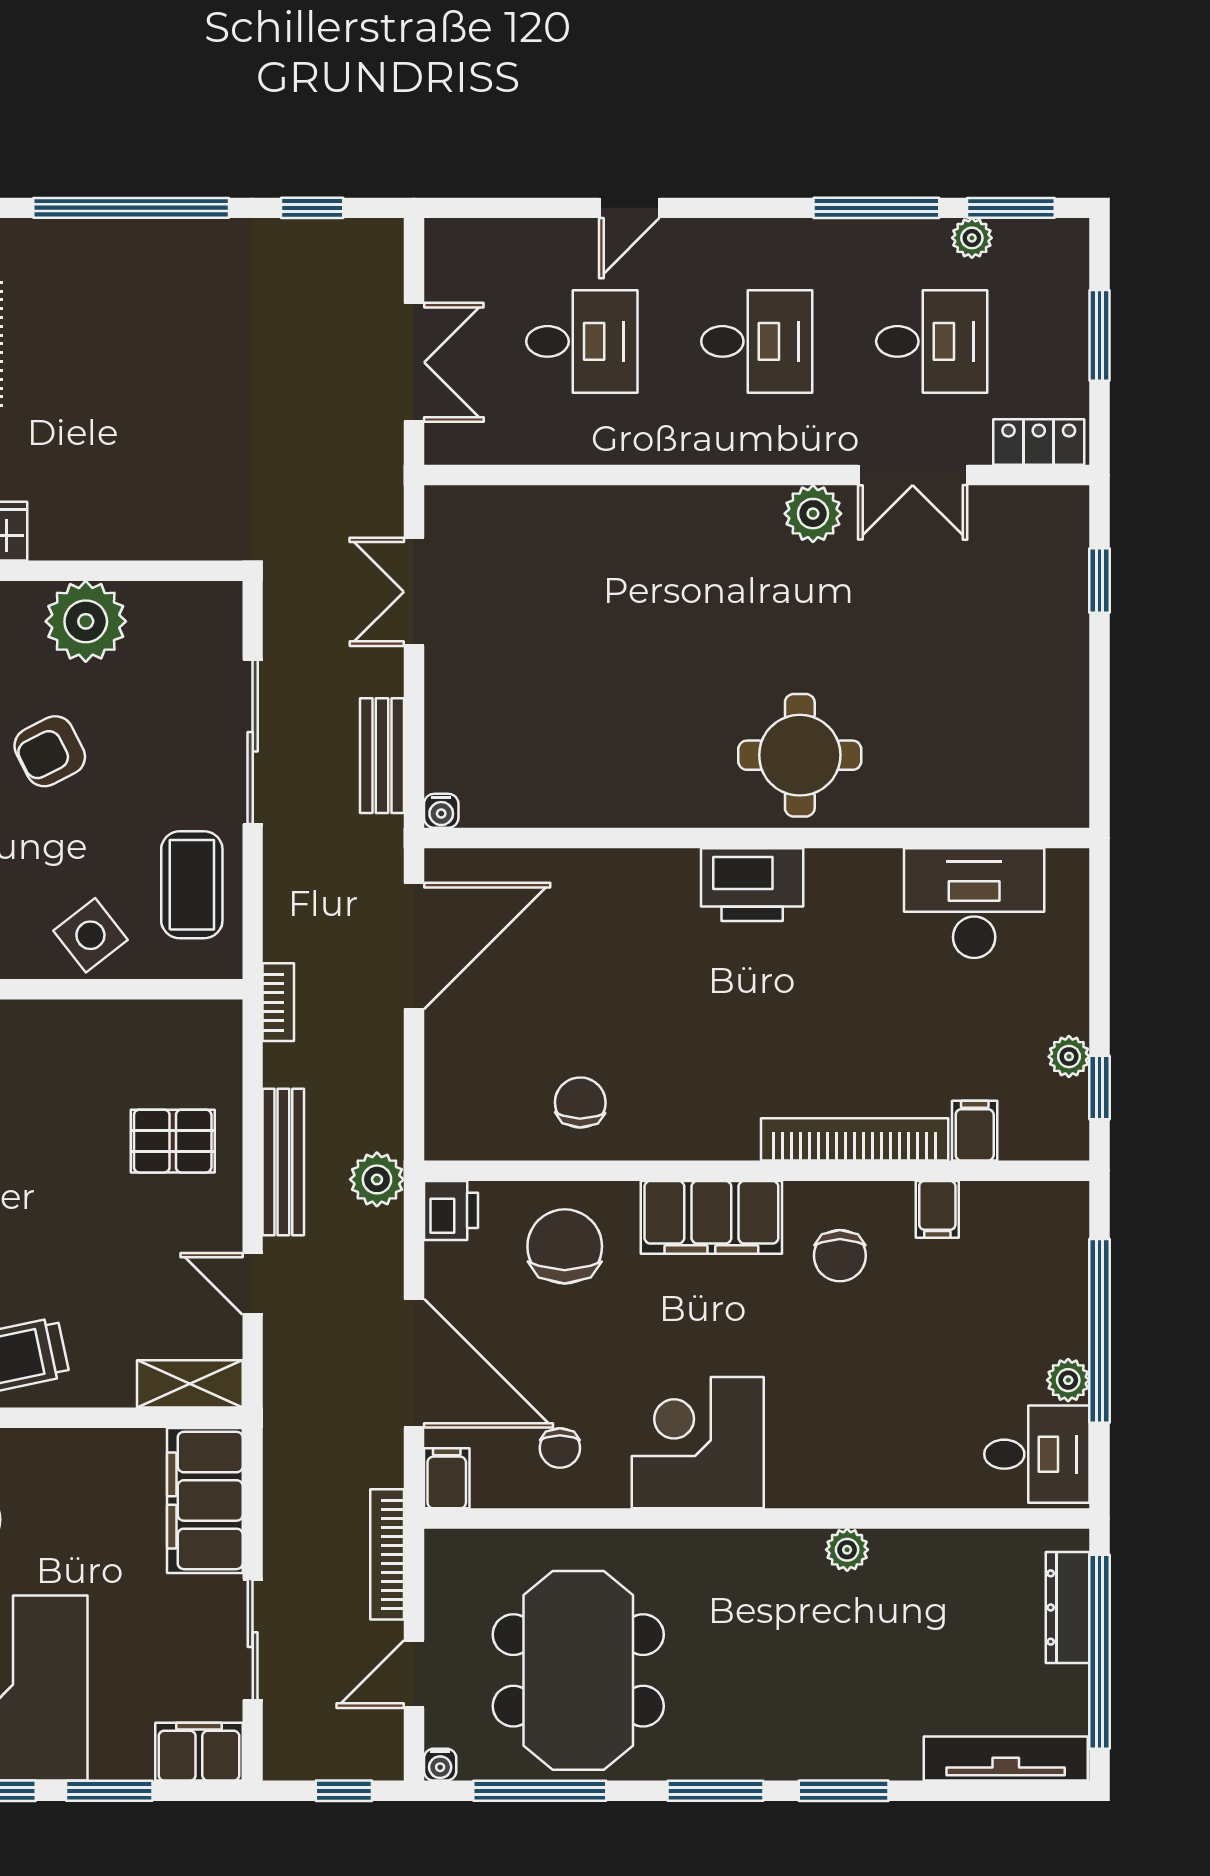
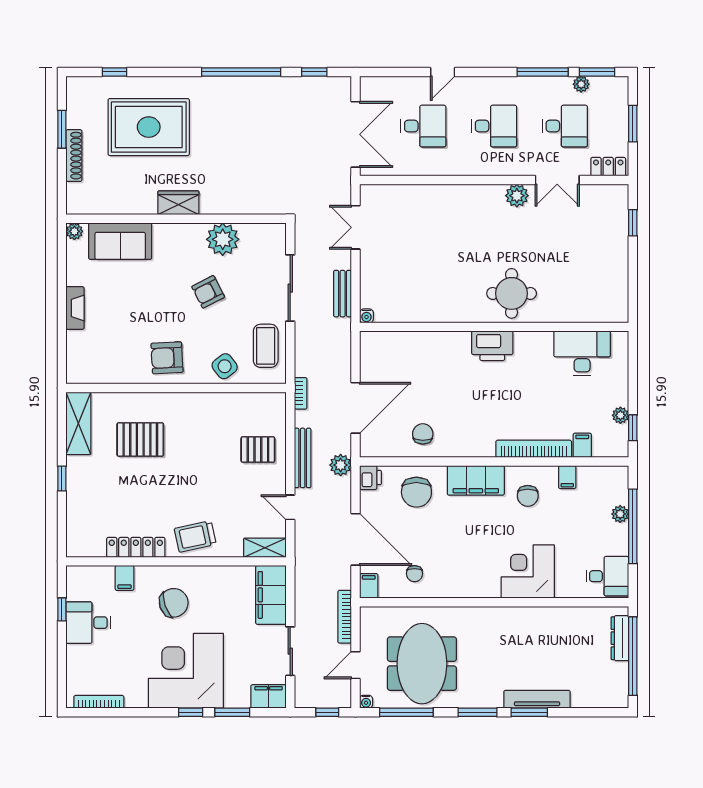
double door: (414, 362) -> (355, 134), width x1.37
door: (414, 946) -> (355, 408), moved
chair: (565, 1246) -> (416, 492), turned 180
plant: (1068, 1380) -> (620, 514), moved
corner desk: (698, 1443) -> (528, 571), moved
plant: (847, 1550) -> (531, 615), removed
tv unit: (1006, 1758) -> (537, 699), moved

